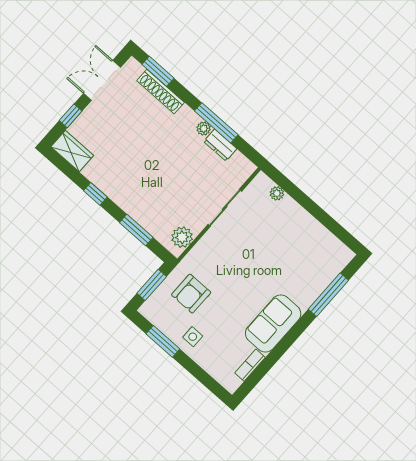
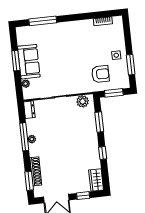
dresser: (220, 145) -> (29, 110), moved
window: (317, 212) -> (16, 61), added
sofa: (273, 324) -> (29, 62), moved, turned -90

